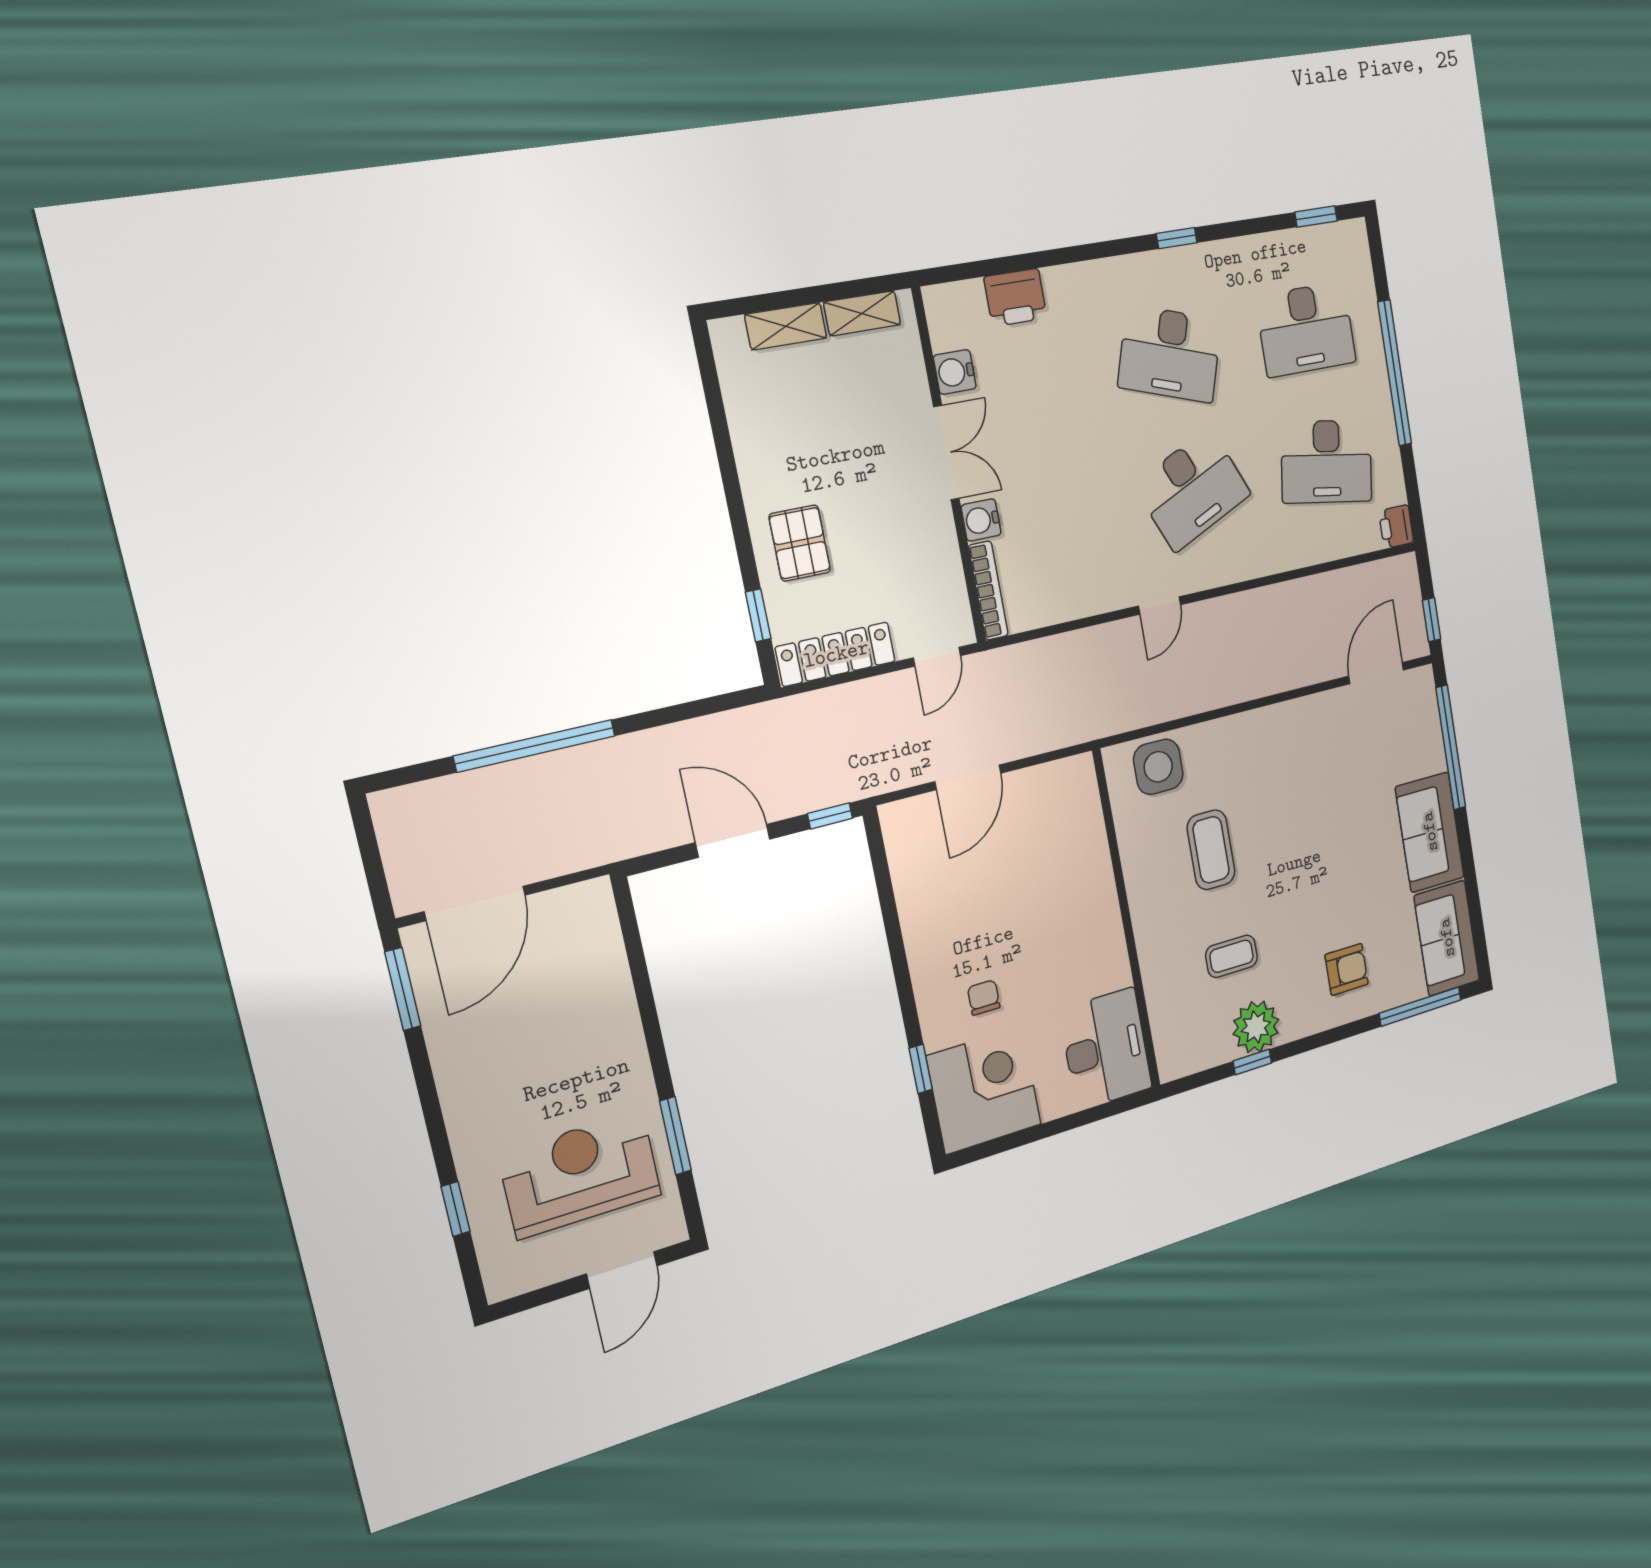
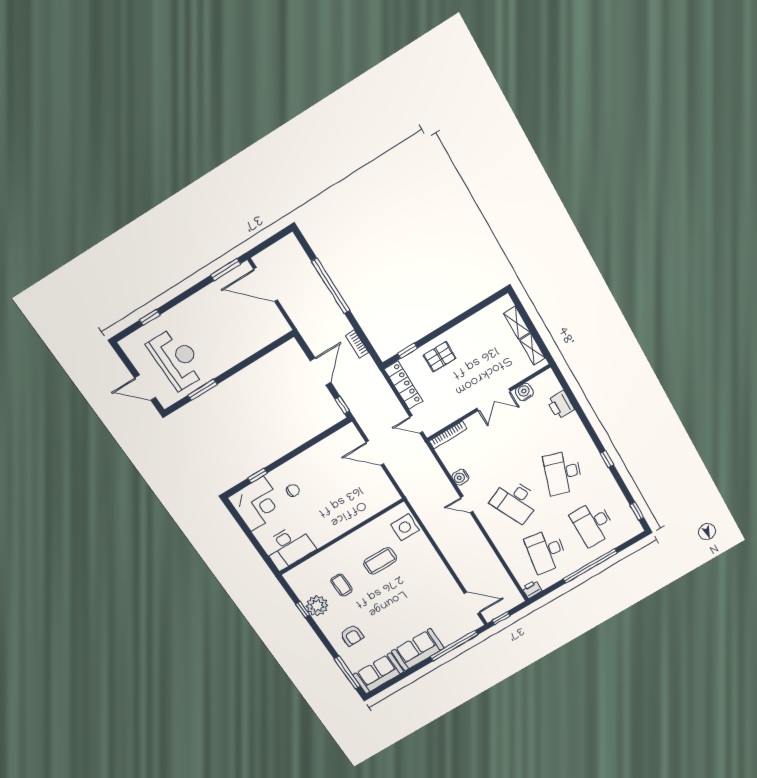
water cooler: (981, 520) -> (460, 477), moved, turned -90
bookcase: (699, 731) -> (357, 344), added

